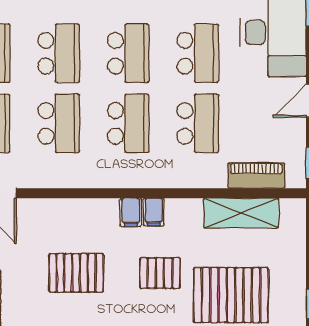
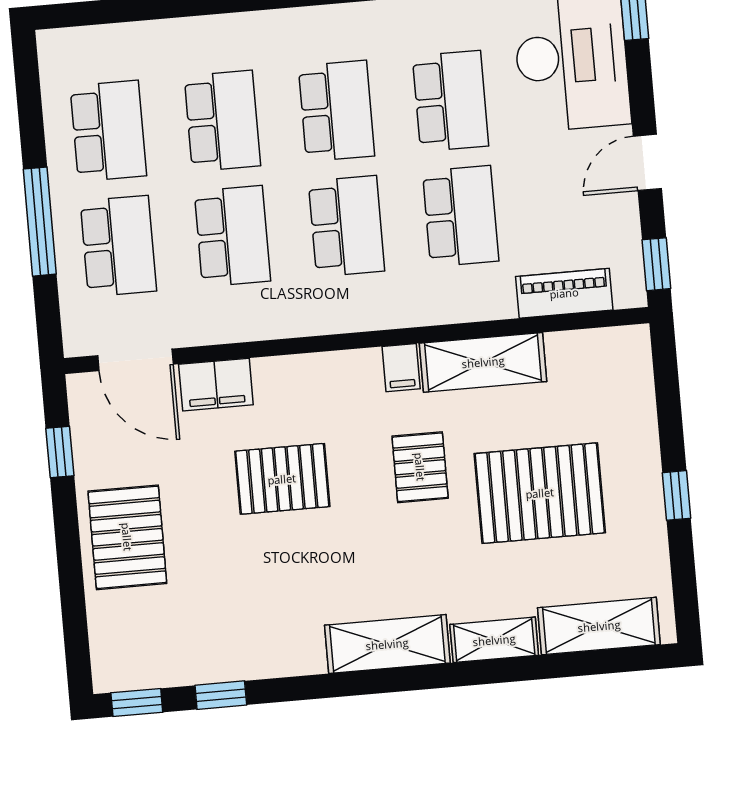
filing cabinet: (131, 212) -> (216, 385), moved, width x2.00
shelving: (241, 213) -> (483, 362), moved
pallet: (160, 273) -> (420, 467), turned 90

